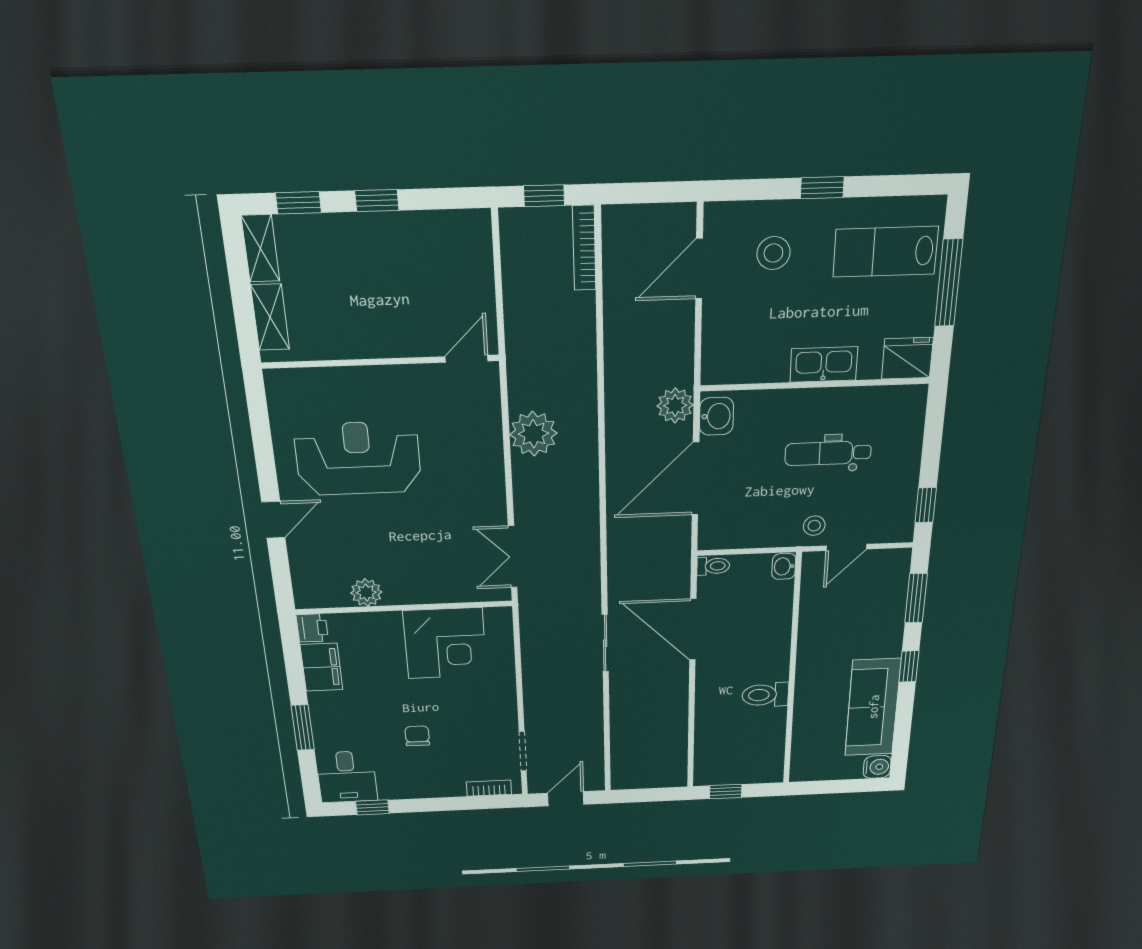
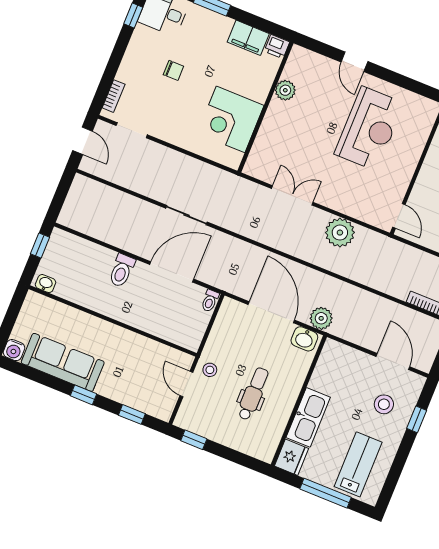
window: (822, 188) -> (417, 419), moved
kitchen sink: (824, 364) -> (308, 417), width x1.36, depth x1.24
double door: (513, 557) -> (292, 195), moved
washbasin: (784, 566) -> (46, 284), moved
window: (916, 598) -> (132, 414), width x0.67
toilet: (765, 695) -> (122, 271), moved, turned 180

